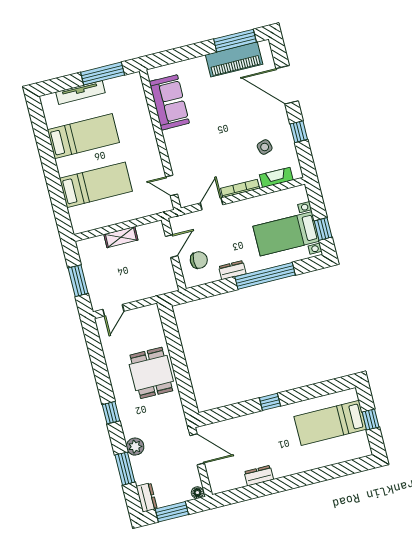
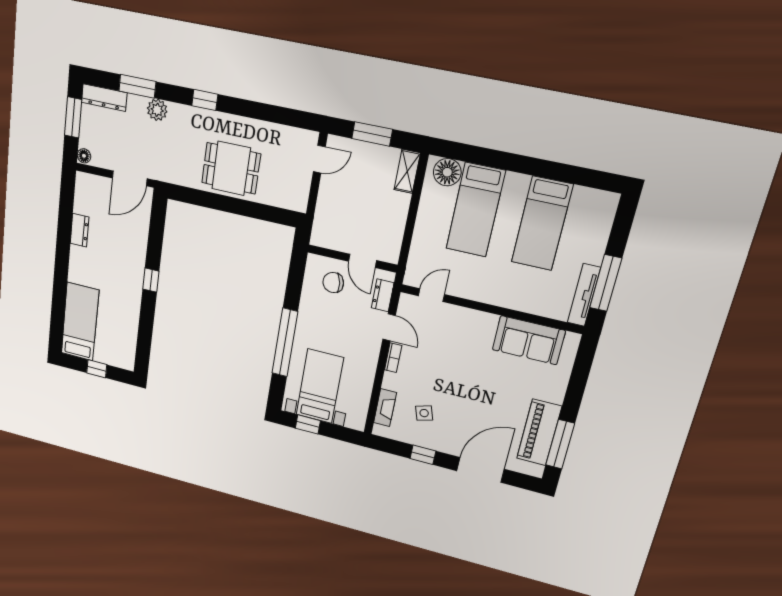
tv unit: (80, 92) -> (584, 295), moved
bookcase: (240, 188) -> (393, 358), width x0.64
floor lamp: (79, 217) -> (447, 172), added
shelving: (121, 237) -> (407, 171), moved
chair: (199, 260) -> (333, 283), turned 81
dresser: (232, 270) -> (383, 295), moved, turned 180
door: (113, 310) -> (319, 159), swing flipped
bed: (330, 423) -> (80, 322), moved
dresser: (147, 497) -> (104, 98), width x1.44

